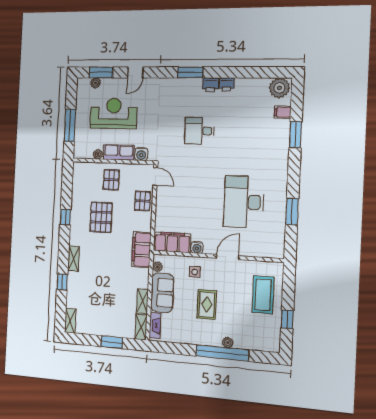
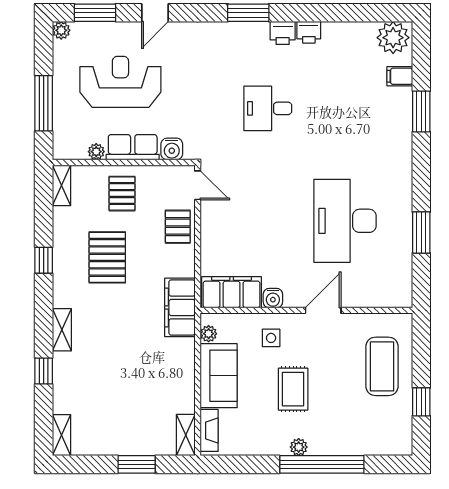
plant: (96, 83) -> (61, 30), moved
shelving: (142, 301) -> (61, 185), moved
plant: (228, 343) -> (299, 447), moved

